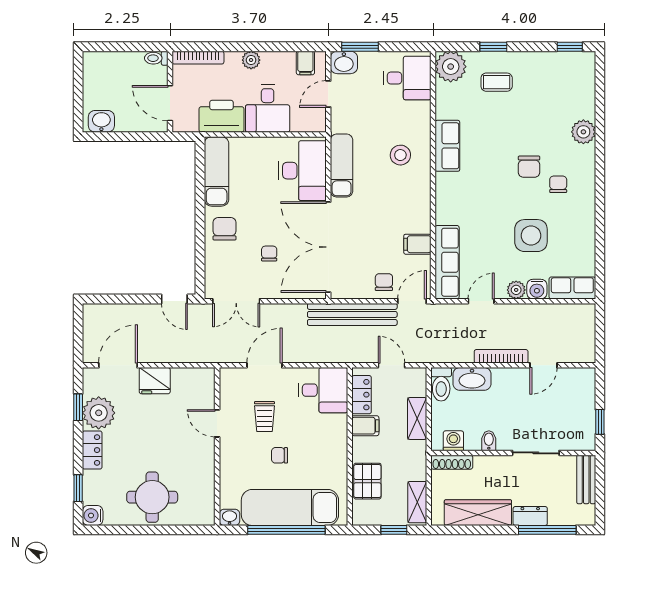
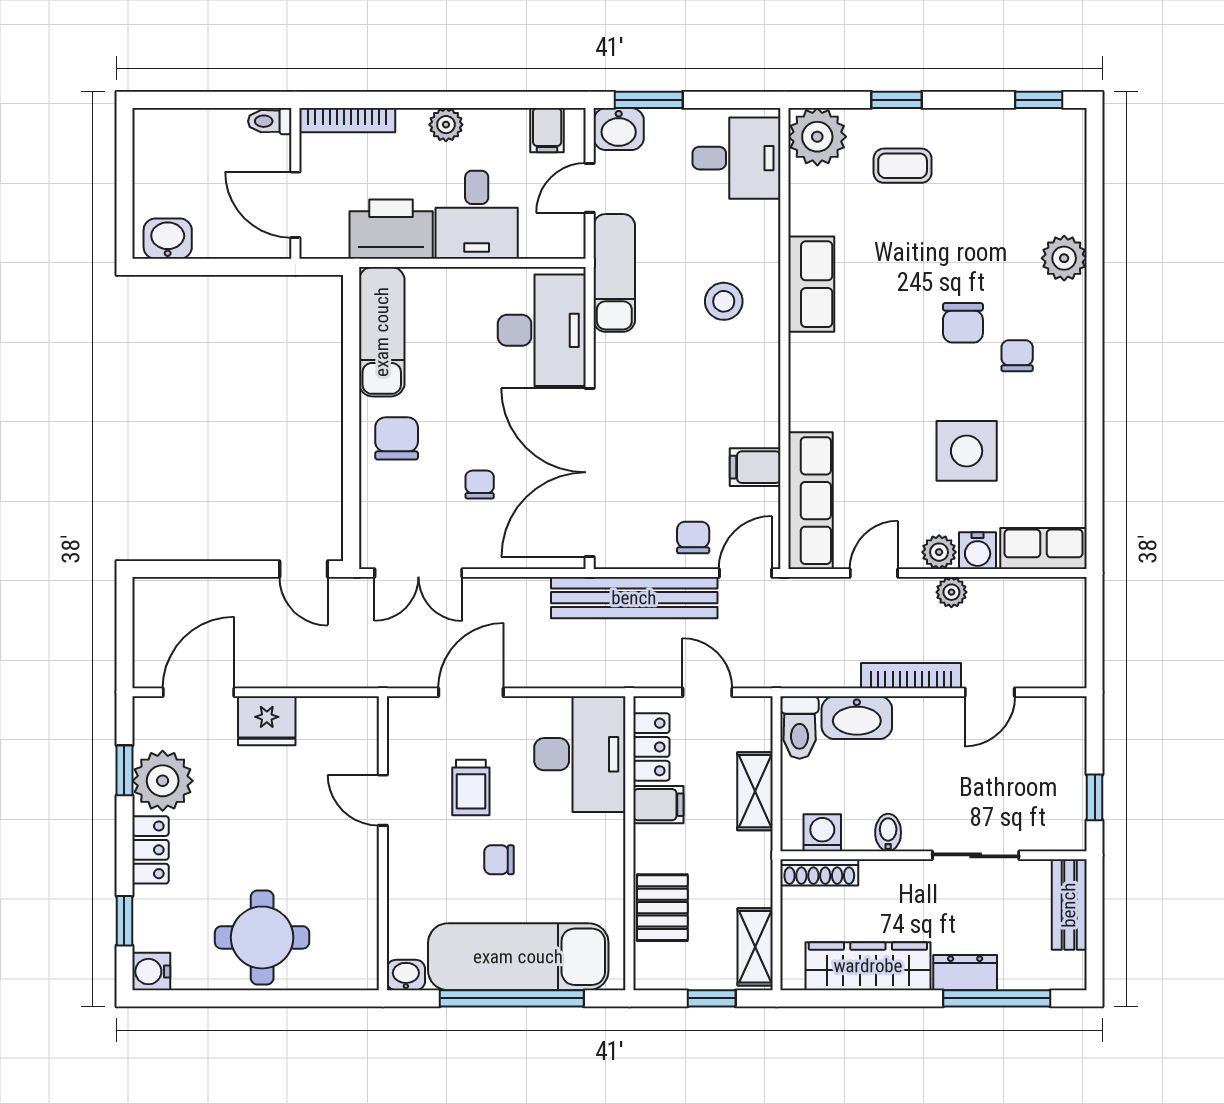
exam couch: (342, 166) -> (614, 273), moved
plant: (523, 311) -> (951, 592), added
desk: (323, 390) -> (580, 754), width x1.37

